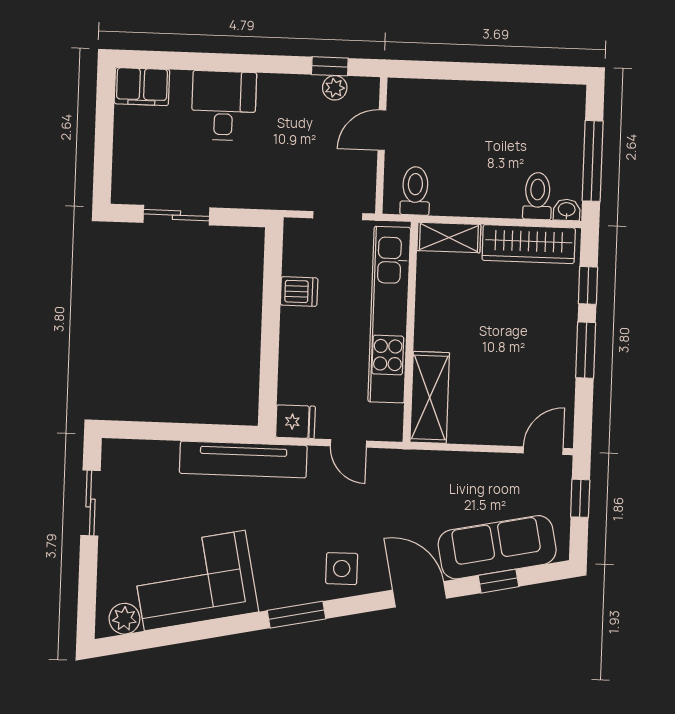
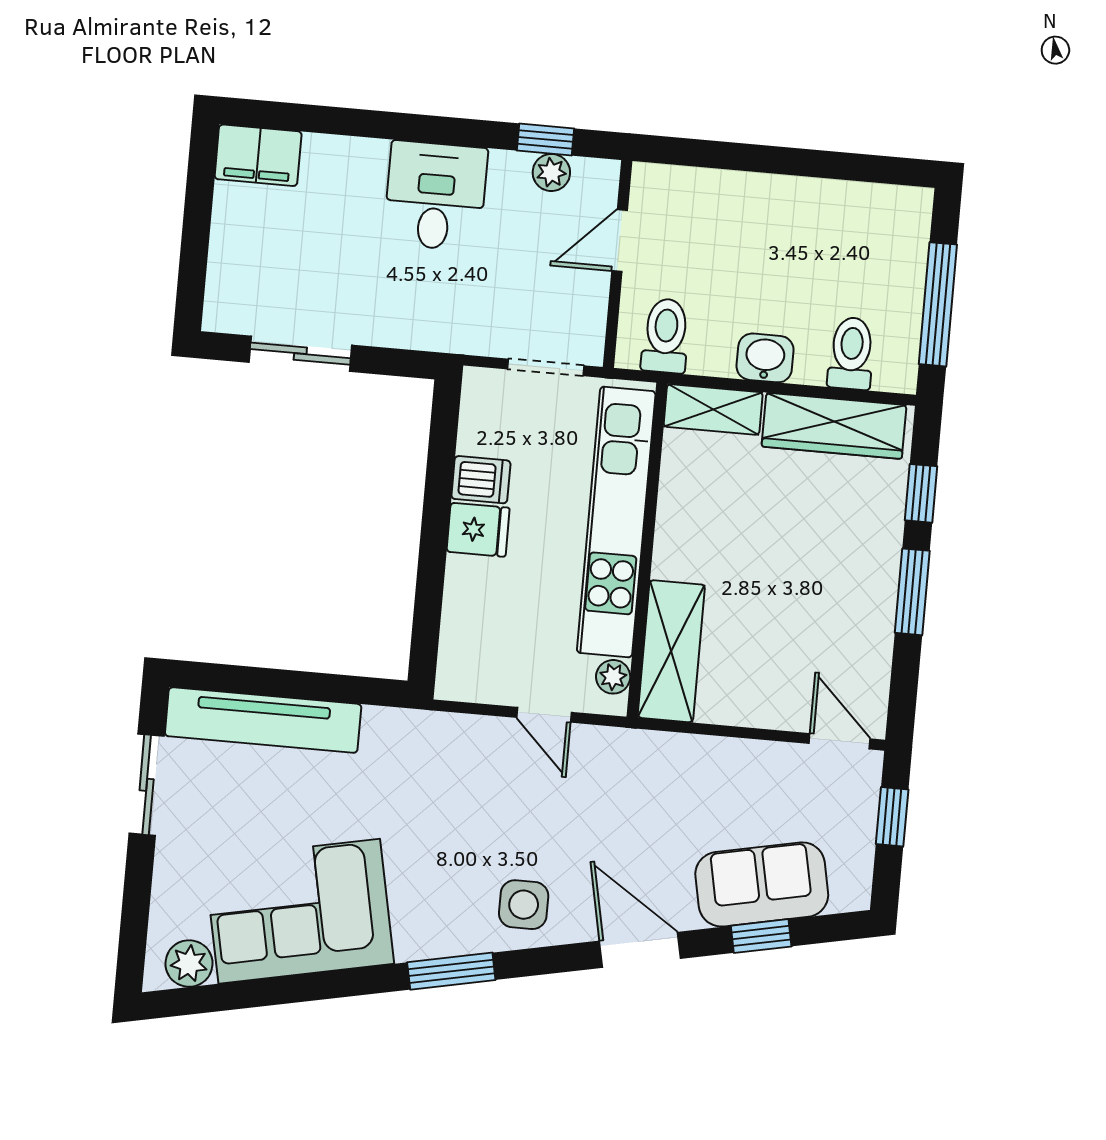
desk: (224, 106) -> (436, 196), moved
washbasin: (567, 210) -> (765, 358), moved, width x1.38, depth x1.45
plant: (393, 416) -> (613, 677), added
fridge: (295, 422) -> (478, 530), moved
door: (543, 451) -> (840, 741), hinge flipped
tv unit: (243, 459) -> (263, 720), moved
sofa: (497, 547) -> (762, 884), width x0.73

